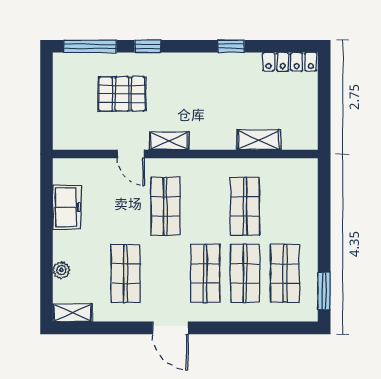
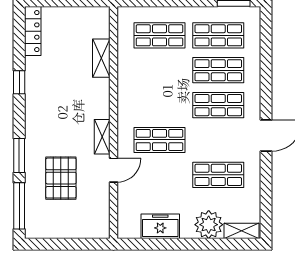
window: (148, 46) -> (19, 156), width x1.50
shop shelf: (245, 206) -> (159, 35), moved
plant: (61, 270) -> (209, 225), width x1.87, depth x1.87
shelving: (72, 313) -> (242, 231), moved, turned 90

